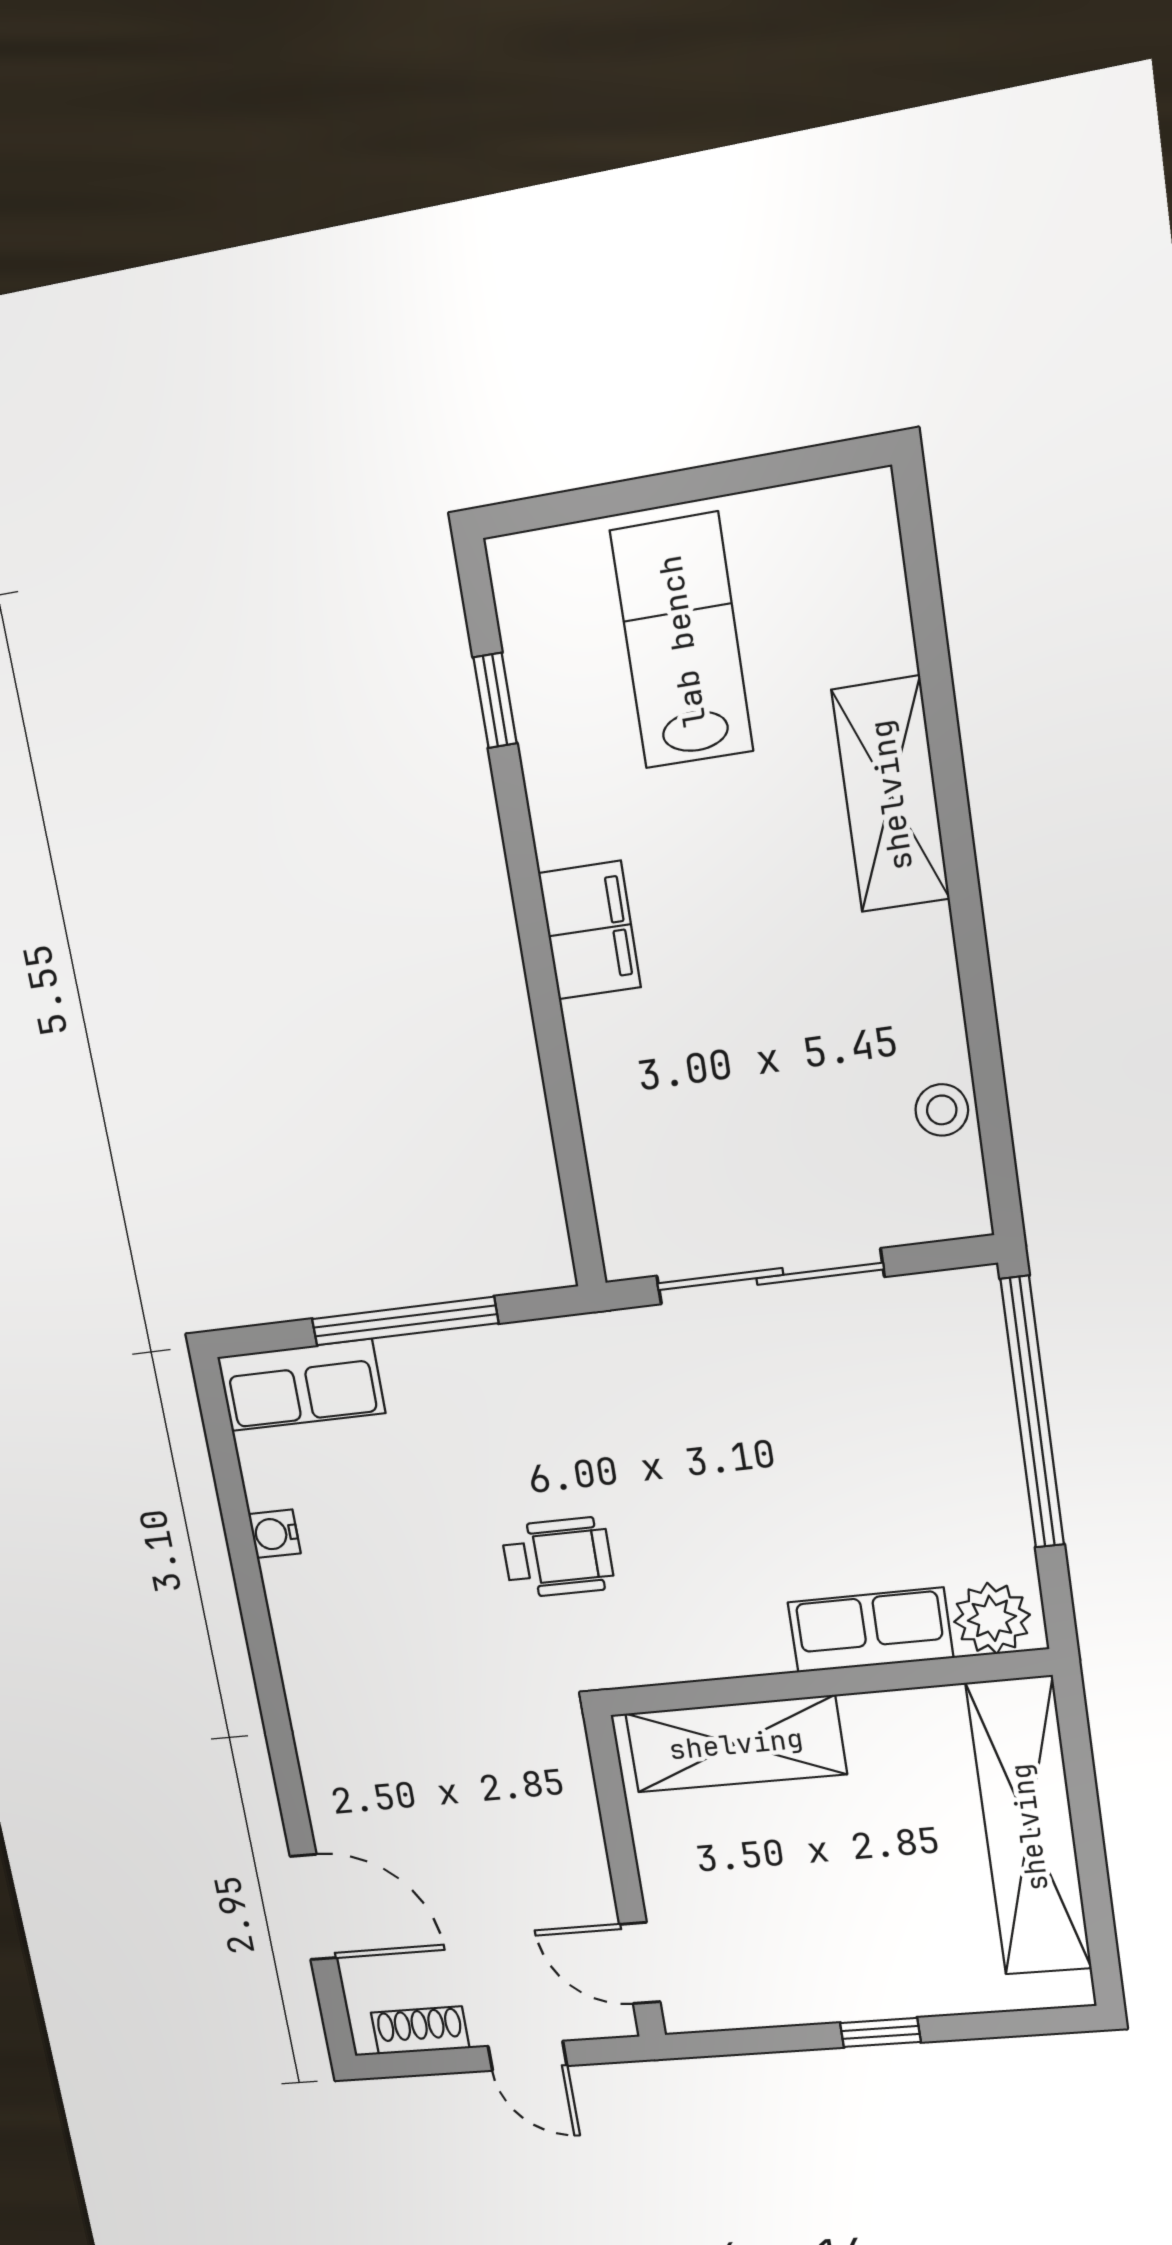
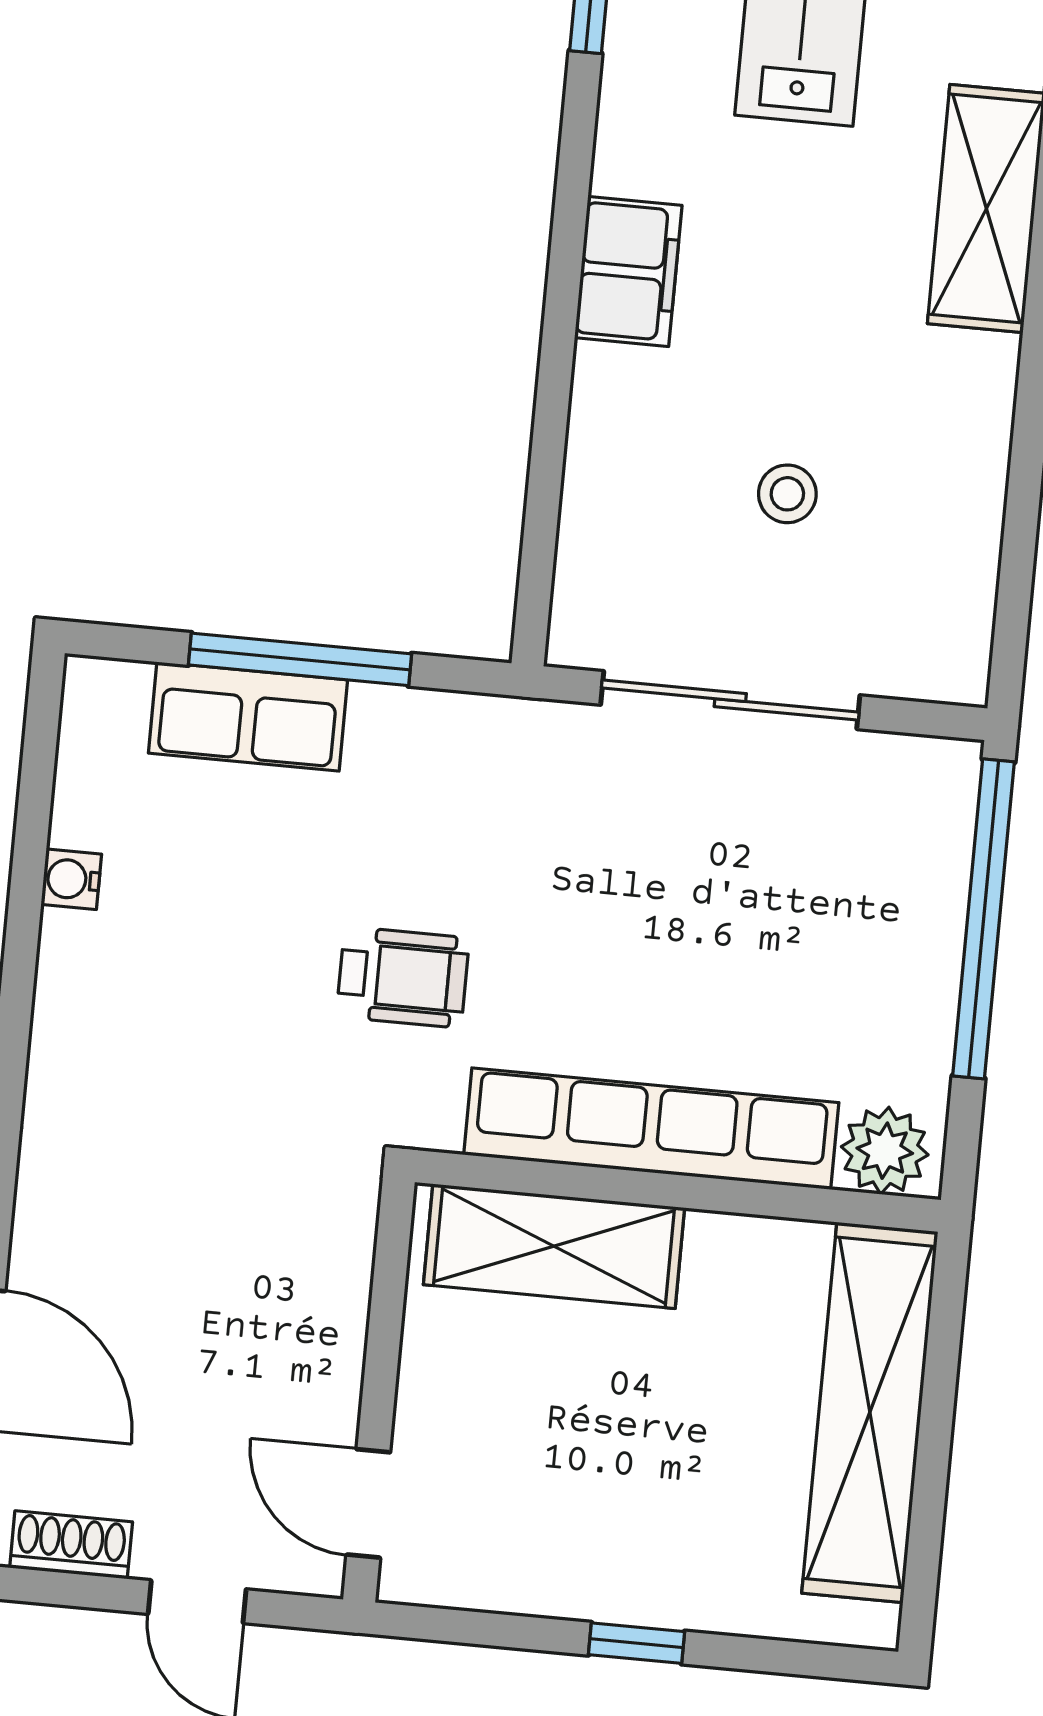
stool: (942, 1110) -> (787, 494), moved
row of seats: (301, 1385) -> (248, 716), moved
row of seats: (870, 1630) -> (651, 1129), width x2.02

